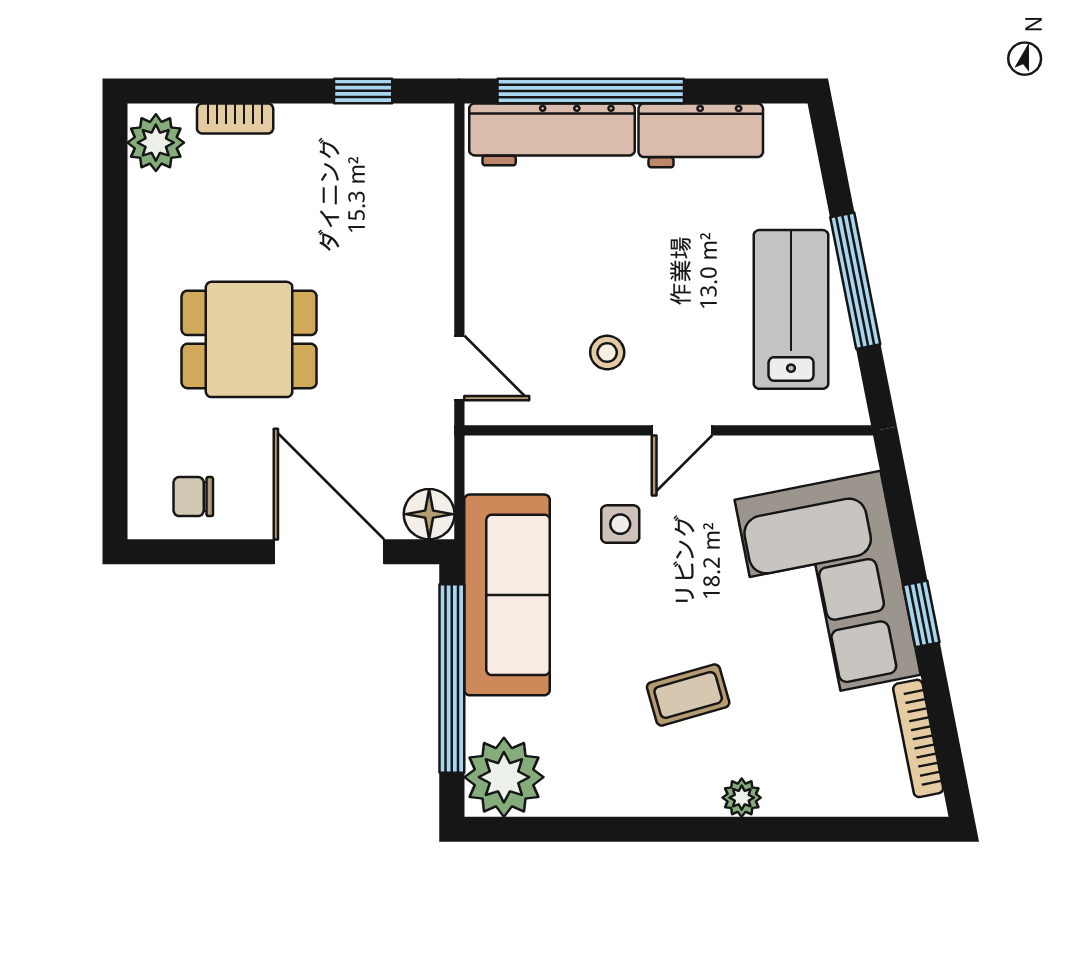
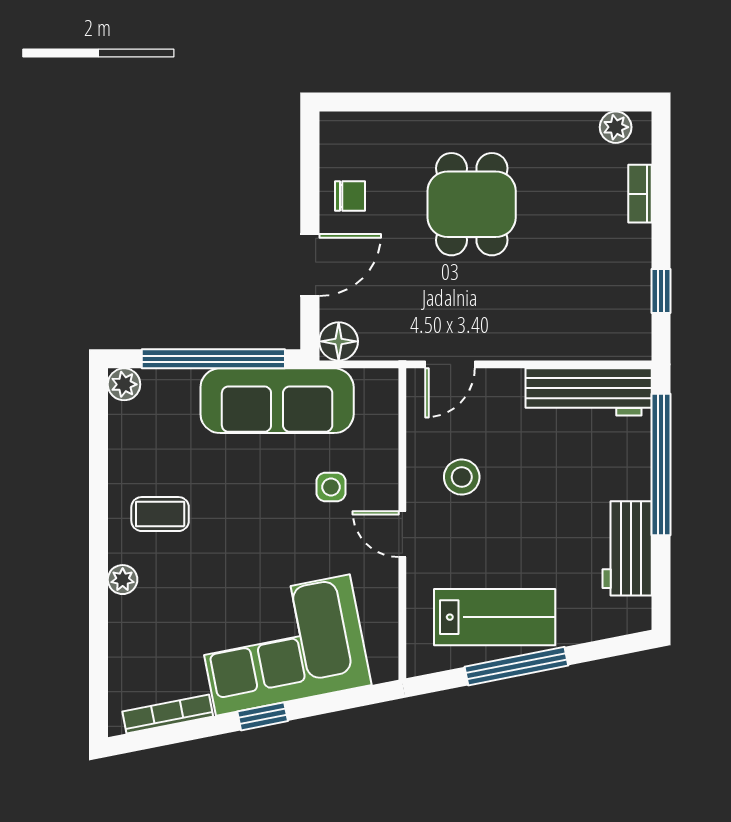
workbench: (552, 134) -> (589, 392), moved, turned -90
plant: (156, 143) -> (616, 127), width x0.73, depth x0.73
stool: (607, 353) -> (462, 477), width x1.37, depth x1.37
chair: (193, 497) -> (350, 196), moved, turned 90
door: (329, 552) -> (310, 265), width x0.73
coffee table: (688, 695) -> (160, 514), moved, turned -74
plant: (504, 777) -> (124, 384), width x0.53, depth x0.53

